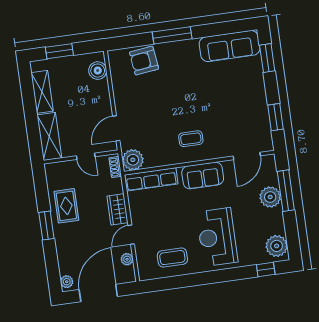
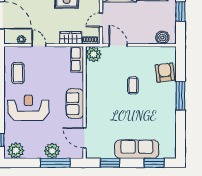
sofa: (230, 46) -> (137, 149), moved, turned 90
coffee table: (191, 139) -> (133, 85), moved
row of seats: (151, 179) -> (77, 59), width x0.68
wardrobe: (117, 209) -> (71, 38), moved

